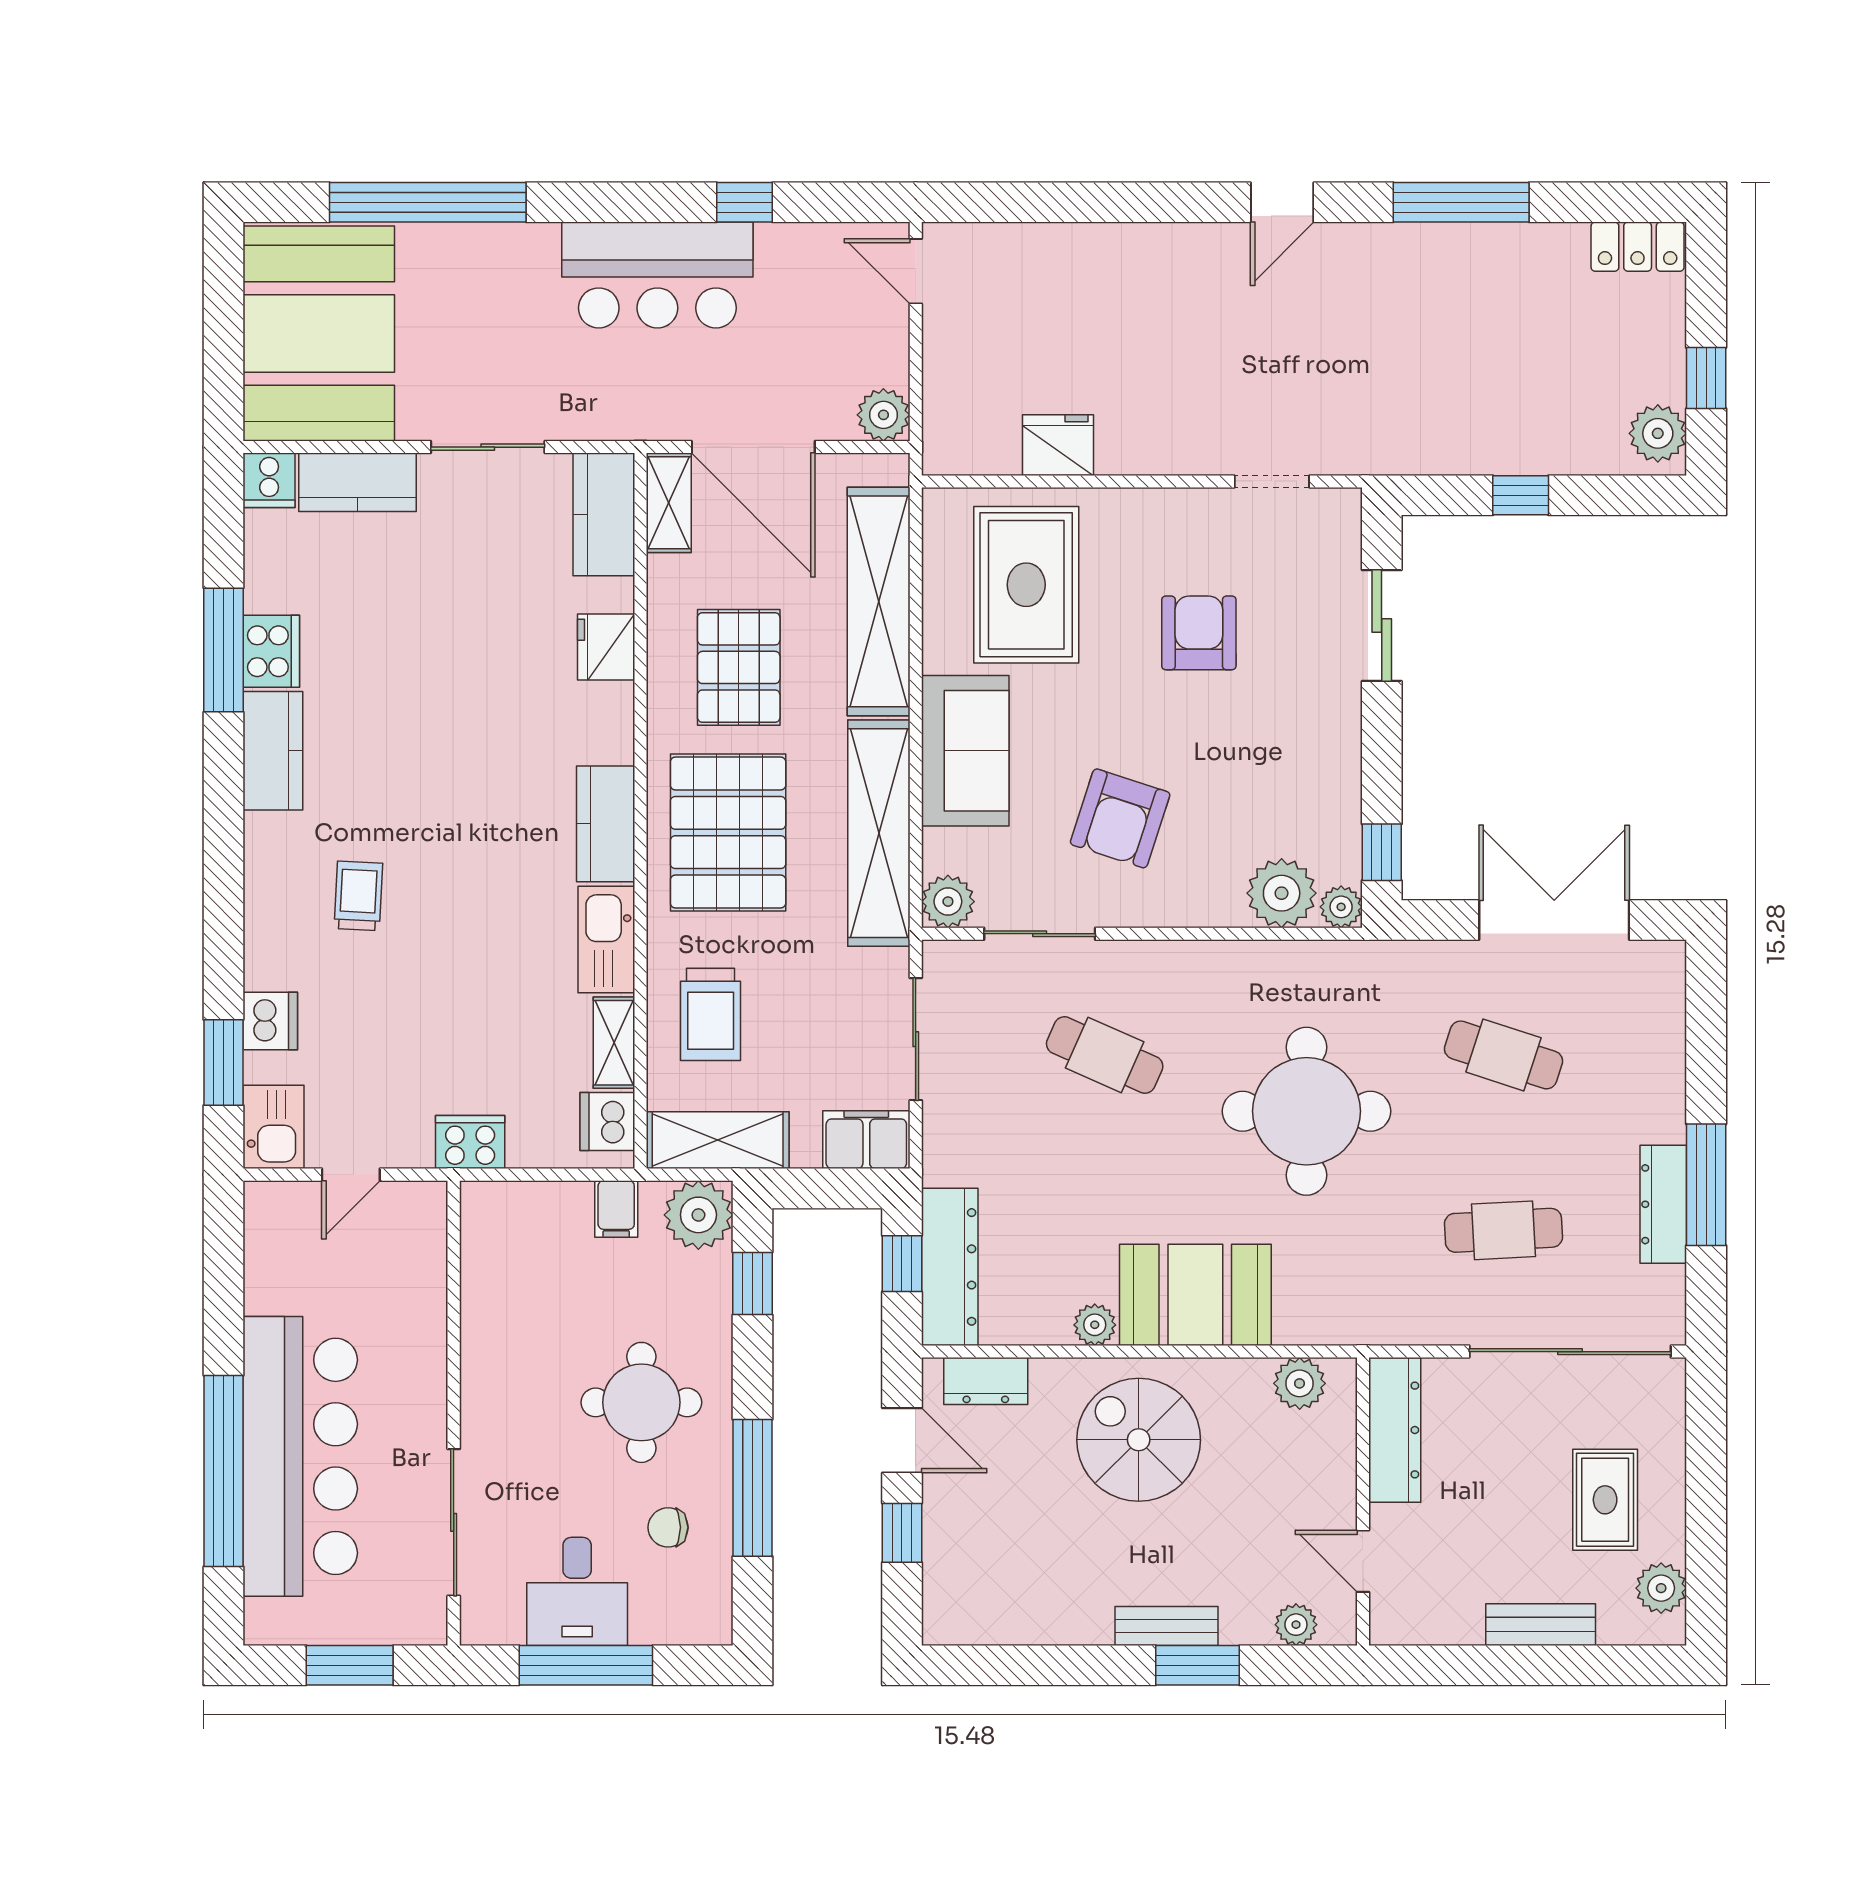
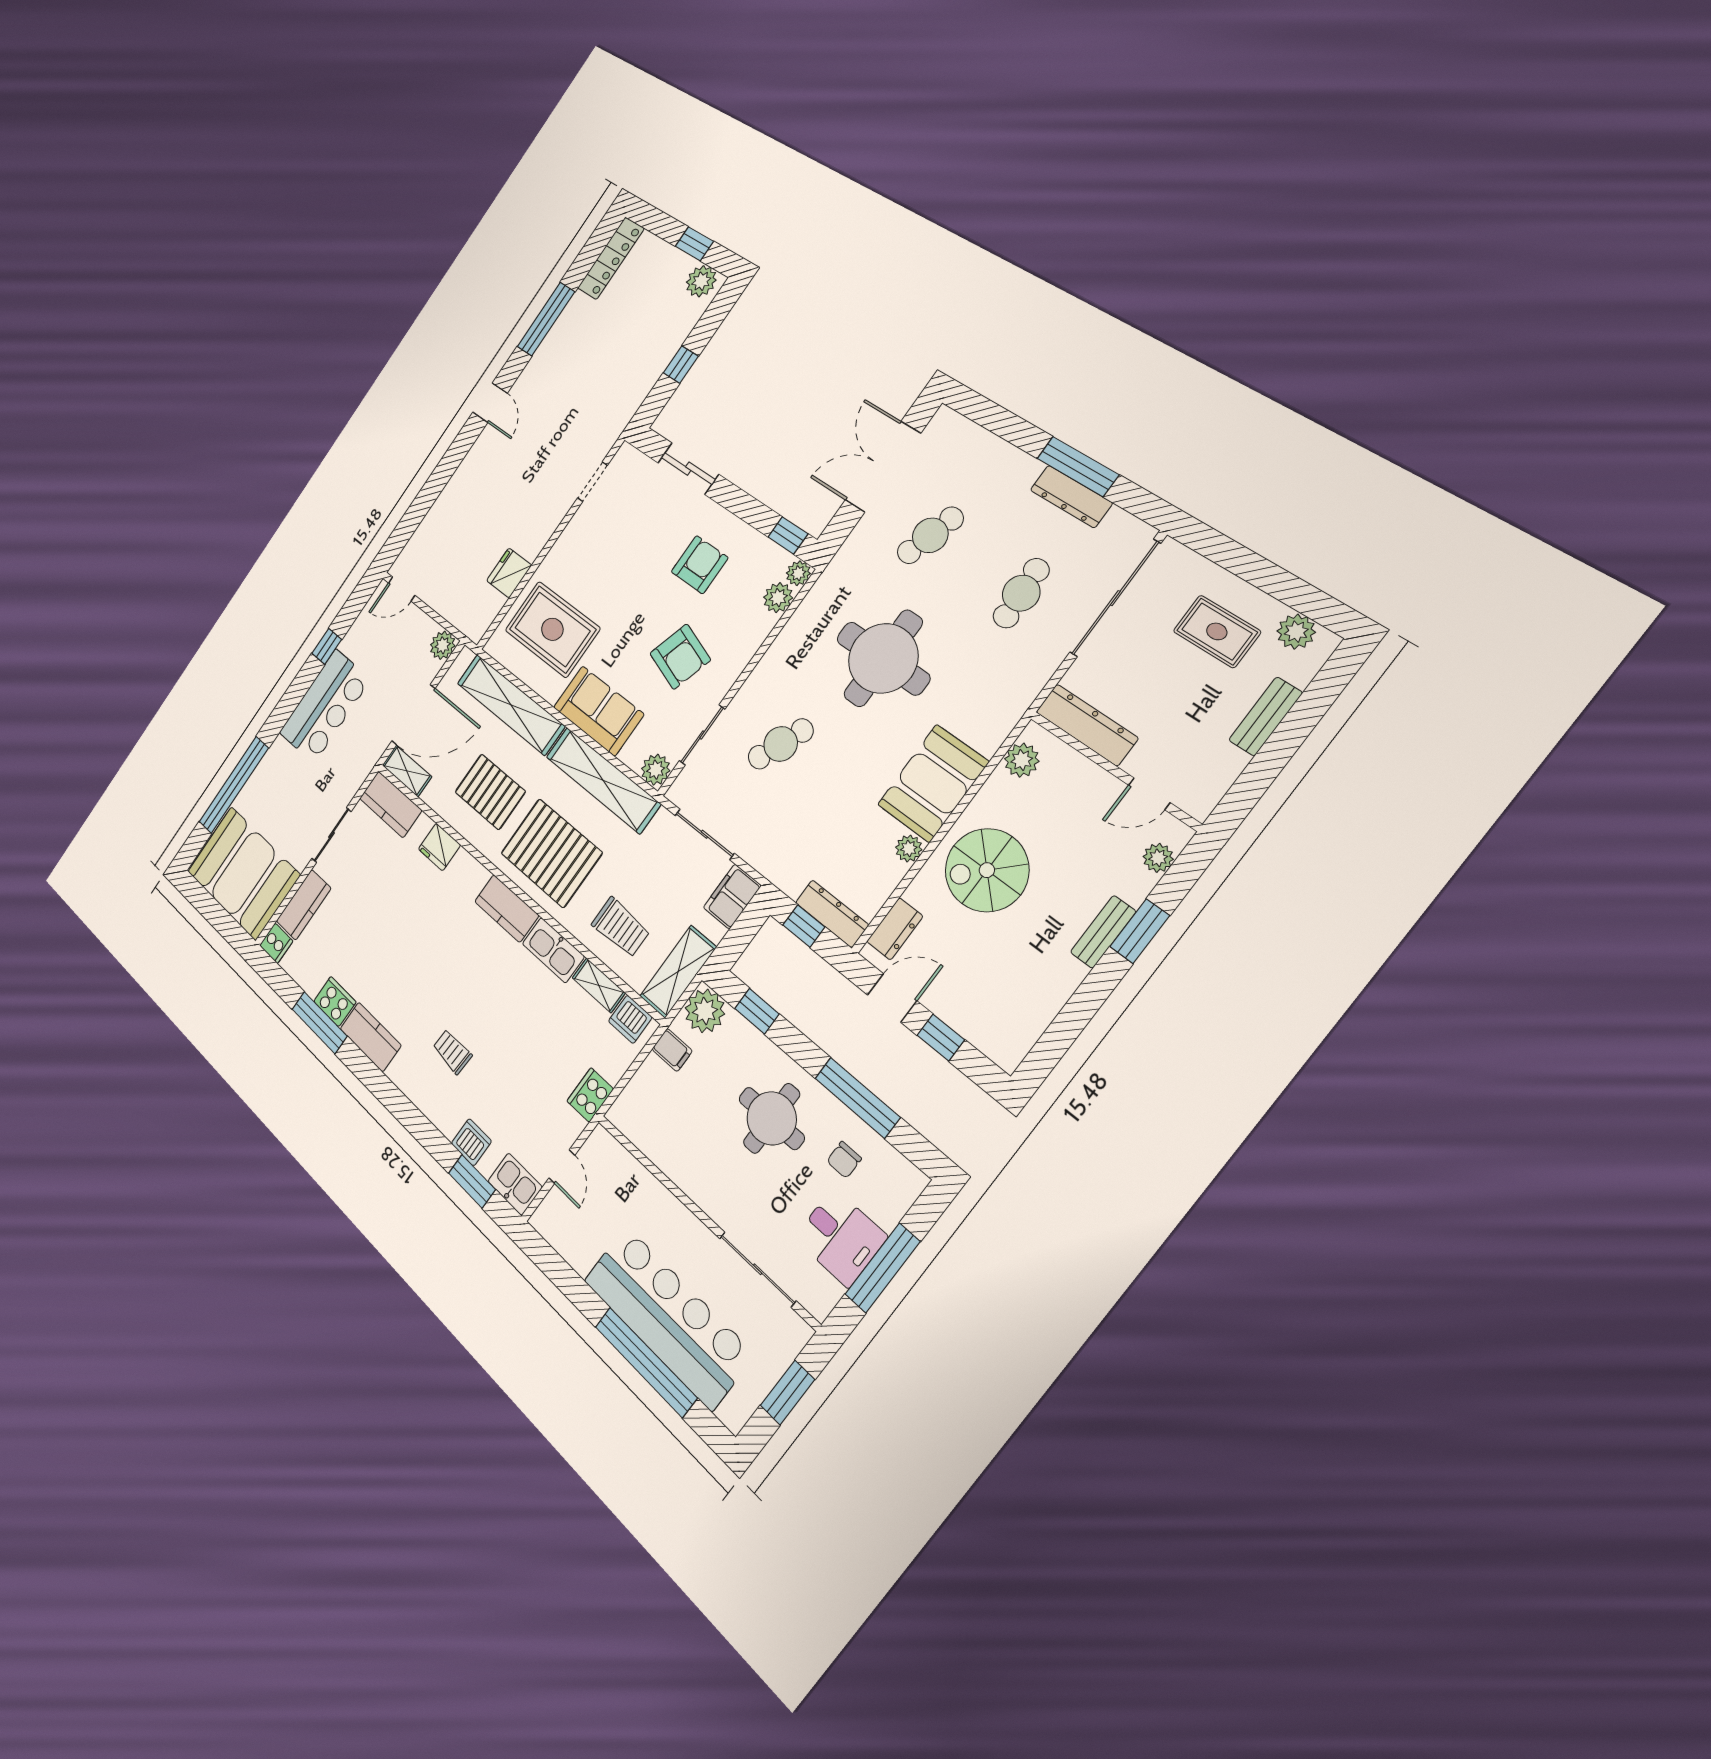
locker: (1638, 247) -> (611, 258), width x1.53
armchair: (1199, 633) -> (700, 565), moved, turned 90
plant: (1282, 893) -> (778, 598), width x0.73, depth x0.73
dresser: (950, 1267) -> (832, 914), width x0.73, depth x0.80

